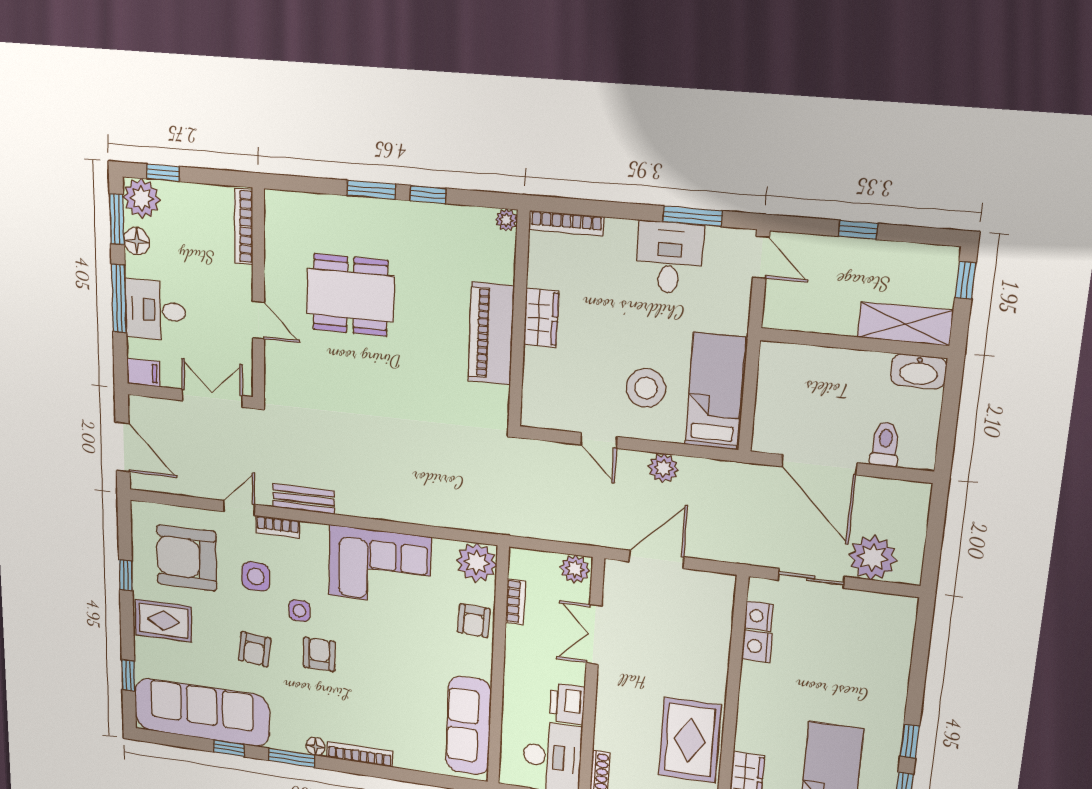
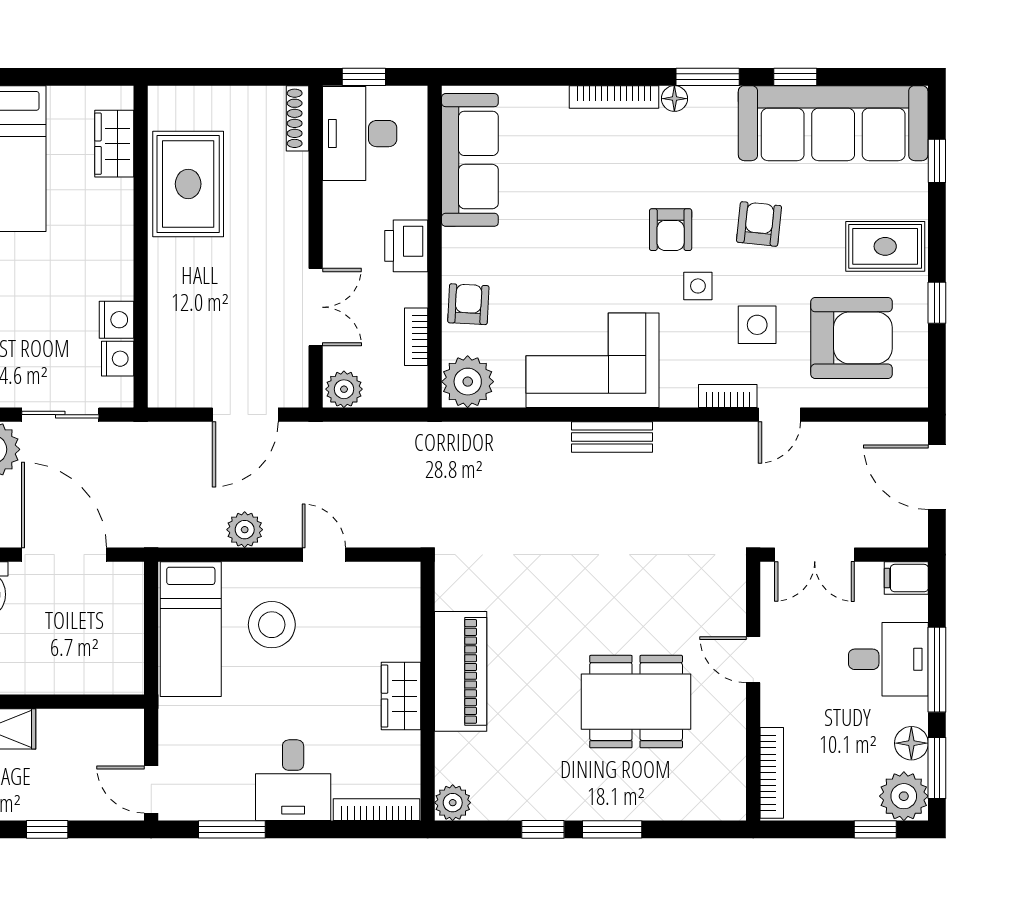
plant: (506, 220) -> (453, 803), width x1.38, depth x1.38
desk: (670, 258) -> (293, 780), moved
bench: (304, 499) -> (612, 437), moved
printer: (567, 704) -> (406, 246), moved, turned 180

